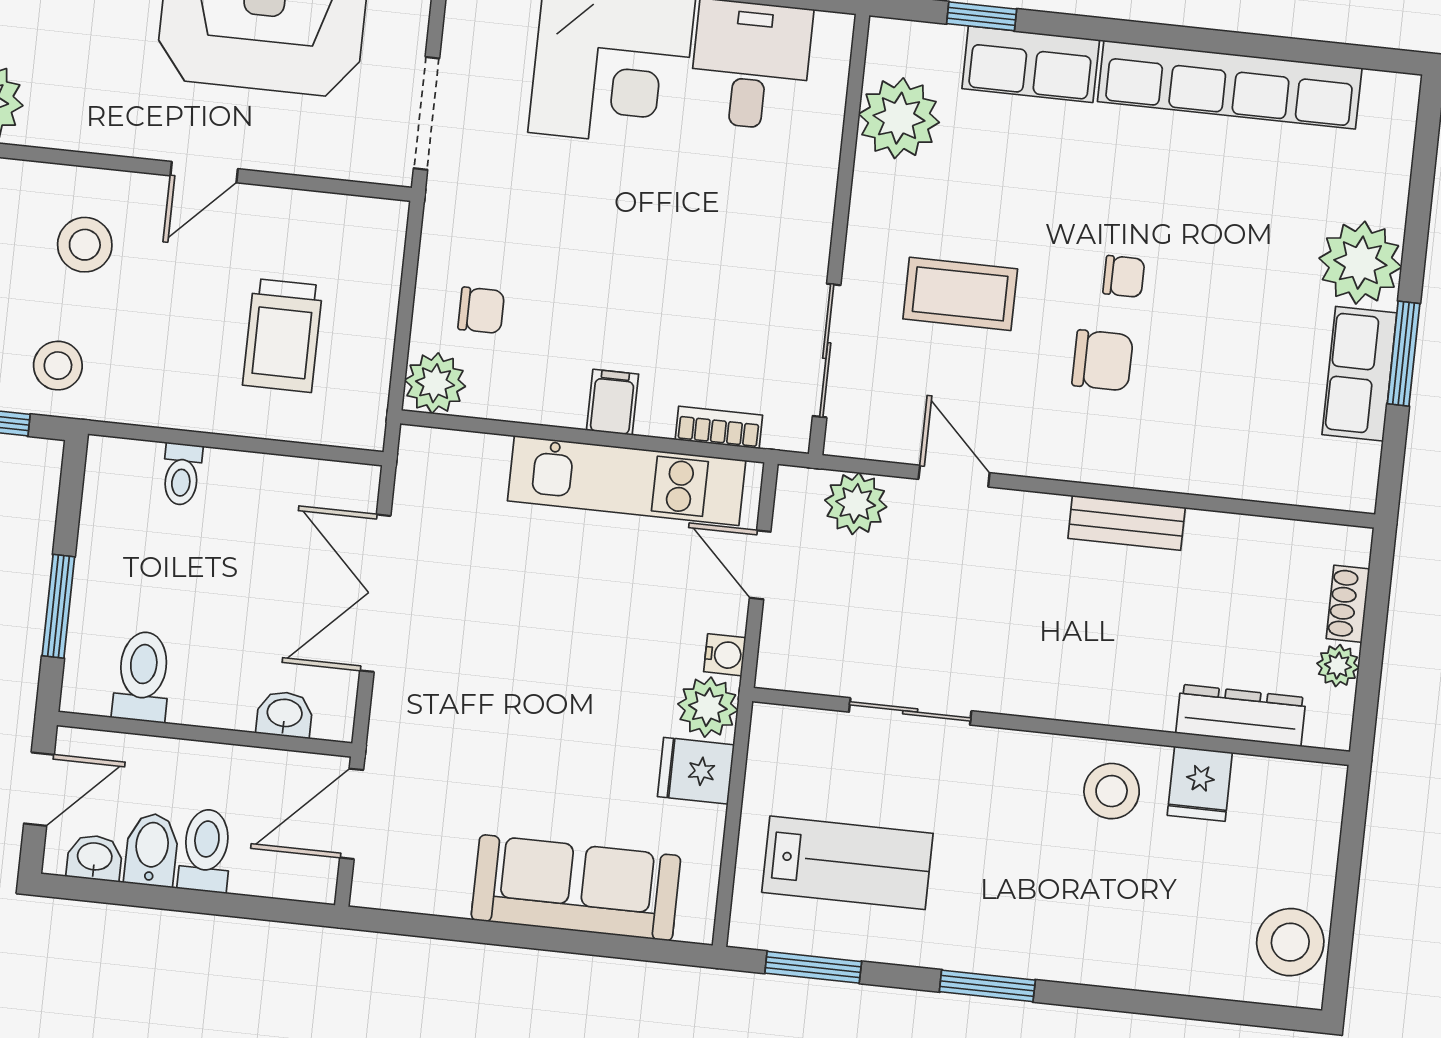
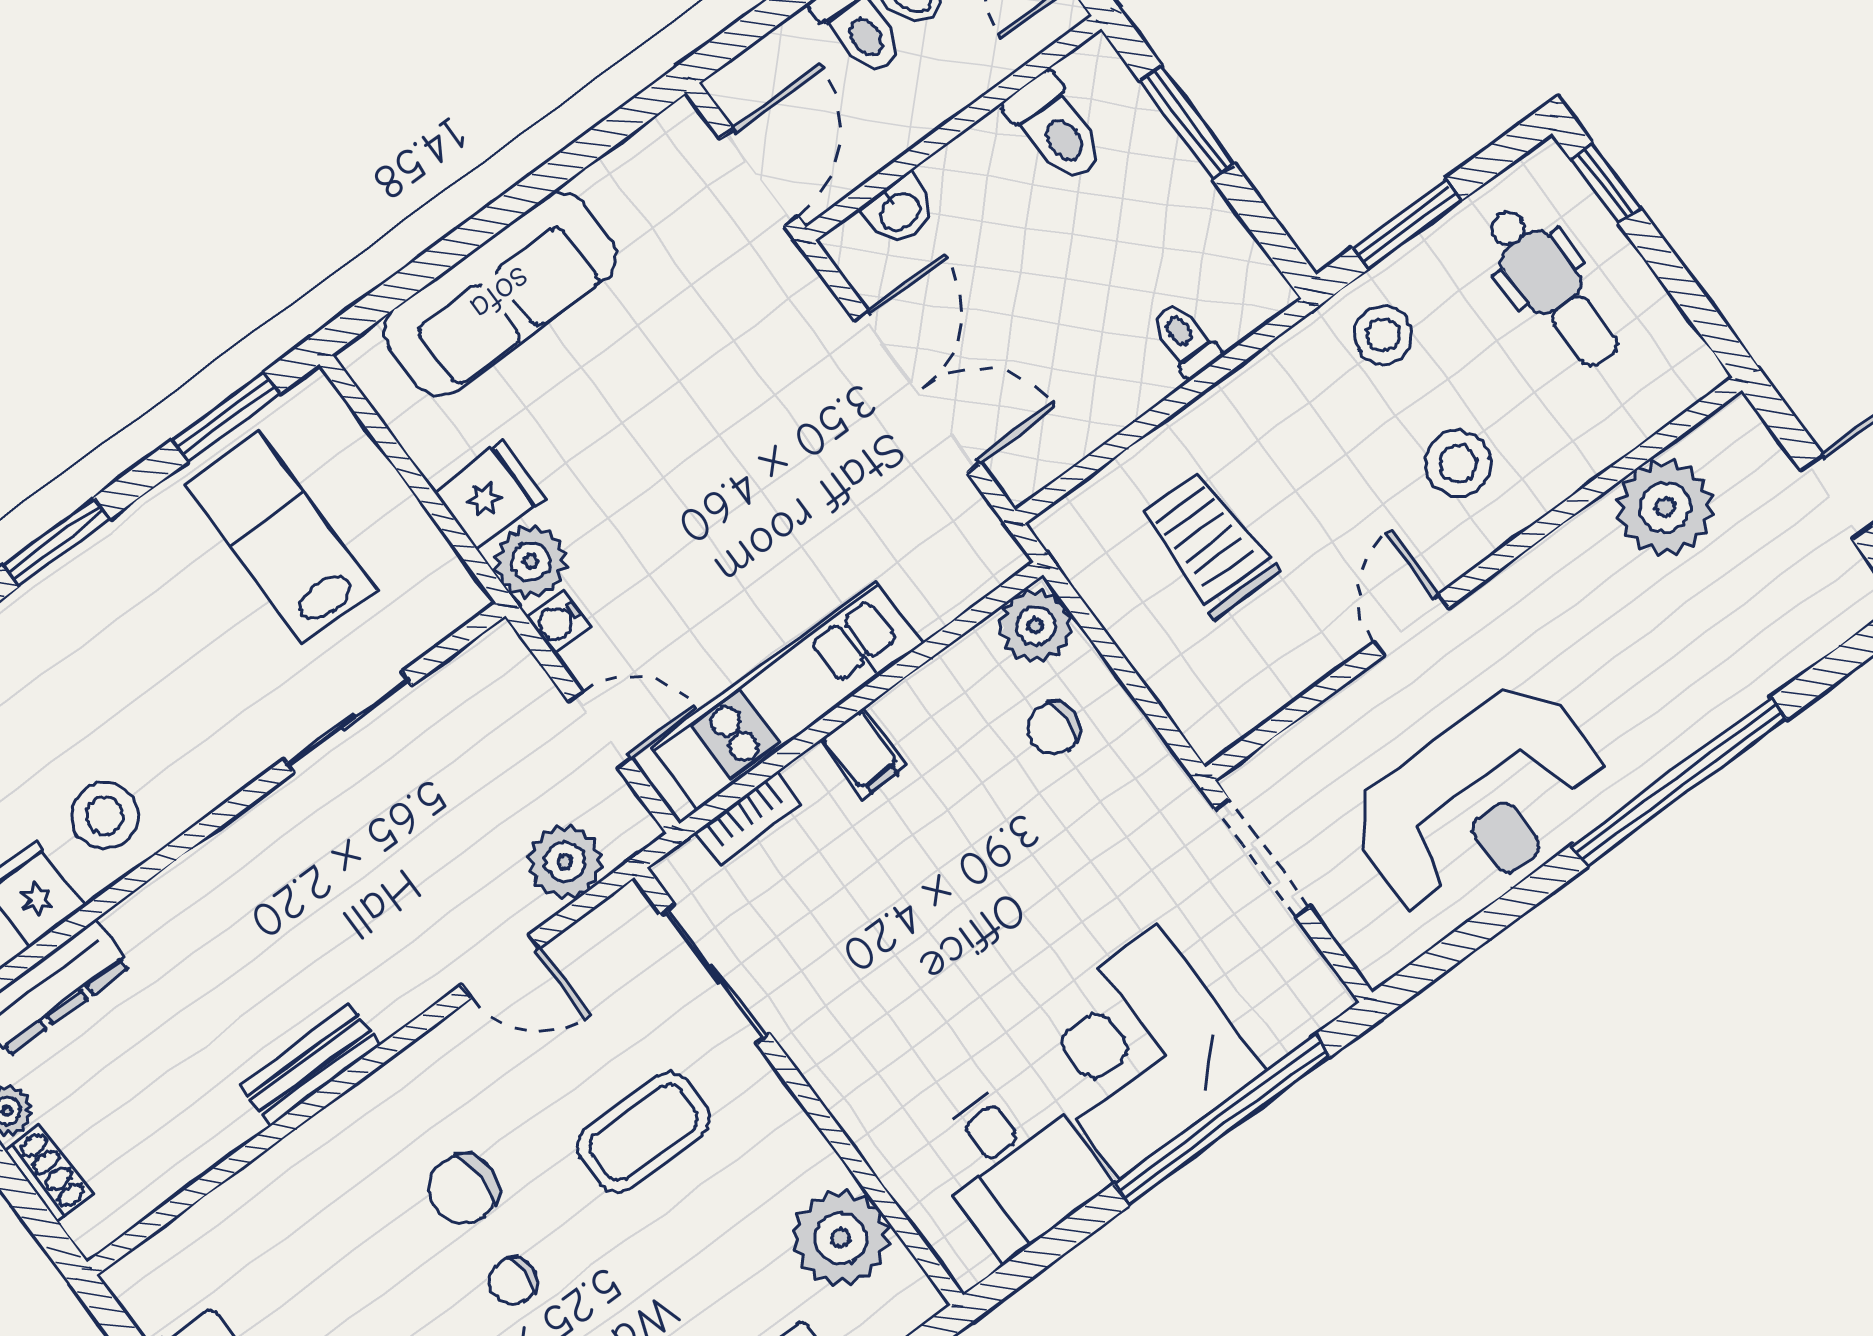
lab bench: (847, 863) -> (280, 537), turned 90

